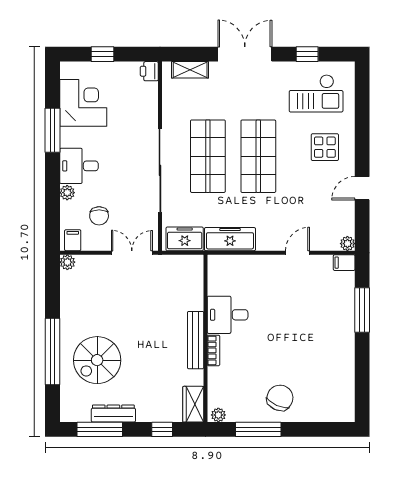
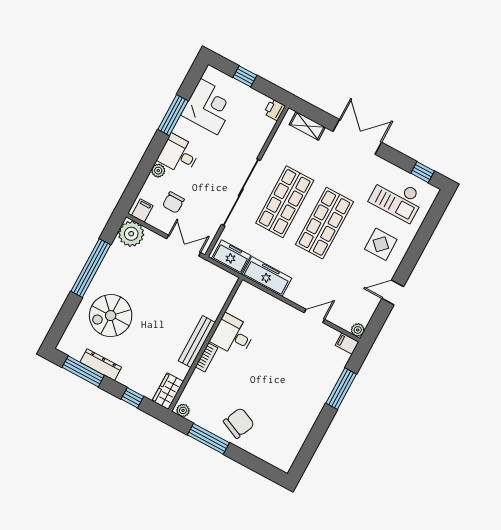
window: (307, 54) -> (423, 172), moved
plant: (67, 262) -> (131, 234), width x1.87, depth x1.87
window: (52, 351) -> (91, 268), moved

